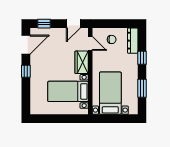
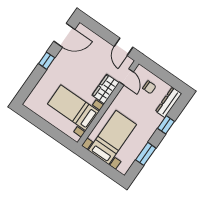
window: (44, 24) -> (96, 27), removed
door: (73, 24) -> (123, 47), hinge flipped

